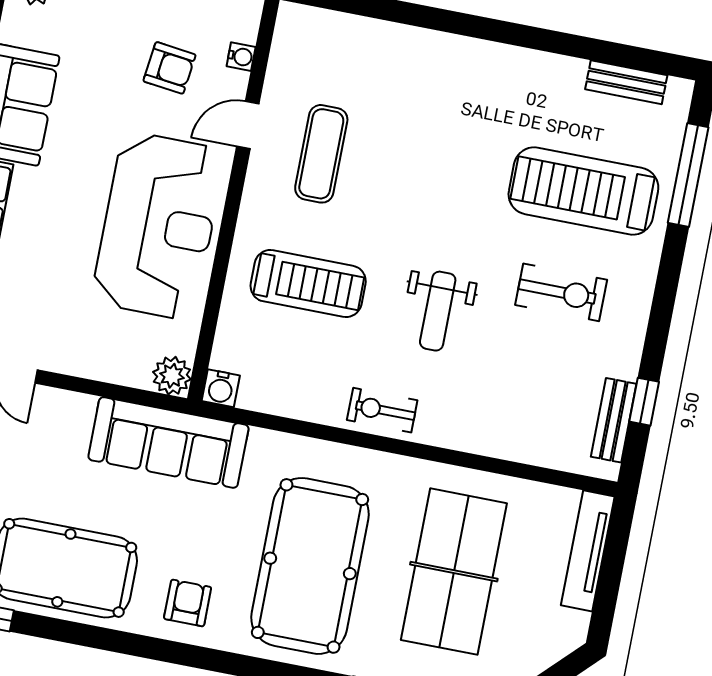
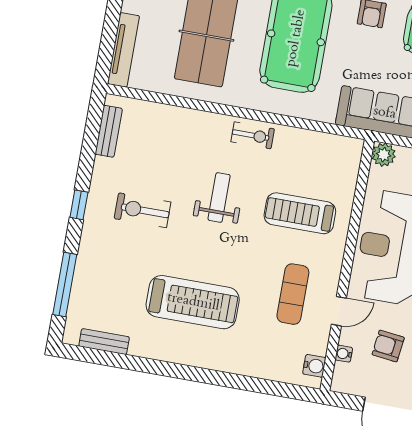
treadmill: (583, 191) -> (193, 302), moved
water cooler: (221, 388) -> (314, 366), moved, turned 90
window: (644, 402) -> (79, 205), moved

